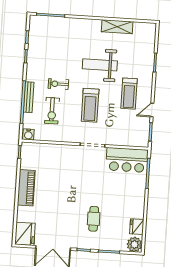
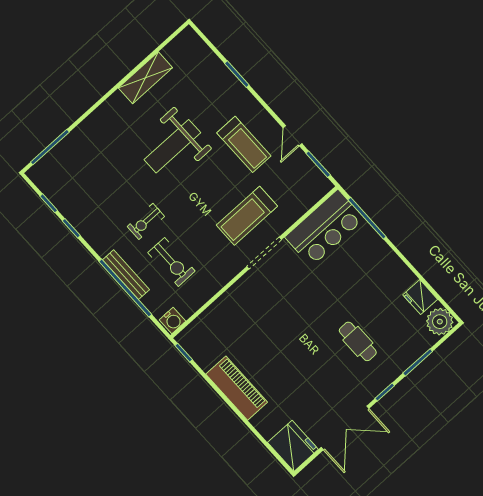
treadmill: (90, 105) -> (247, 216), moved, turned 90

